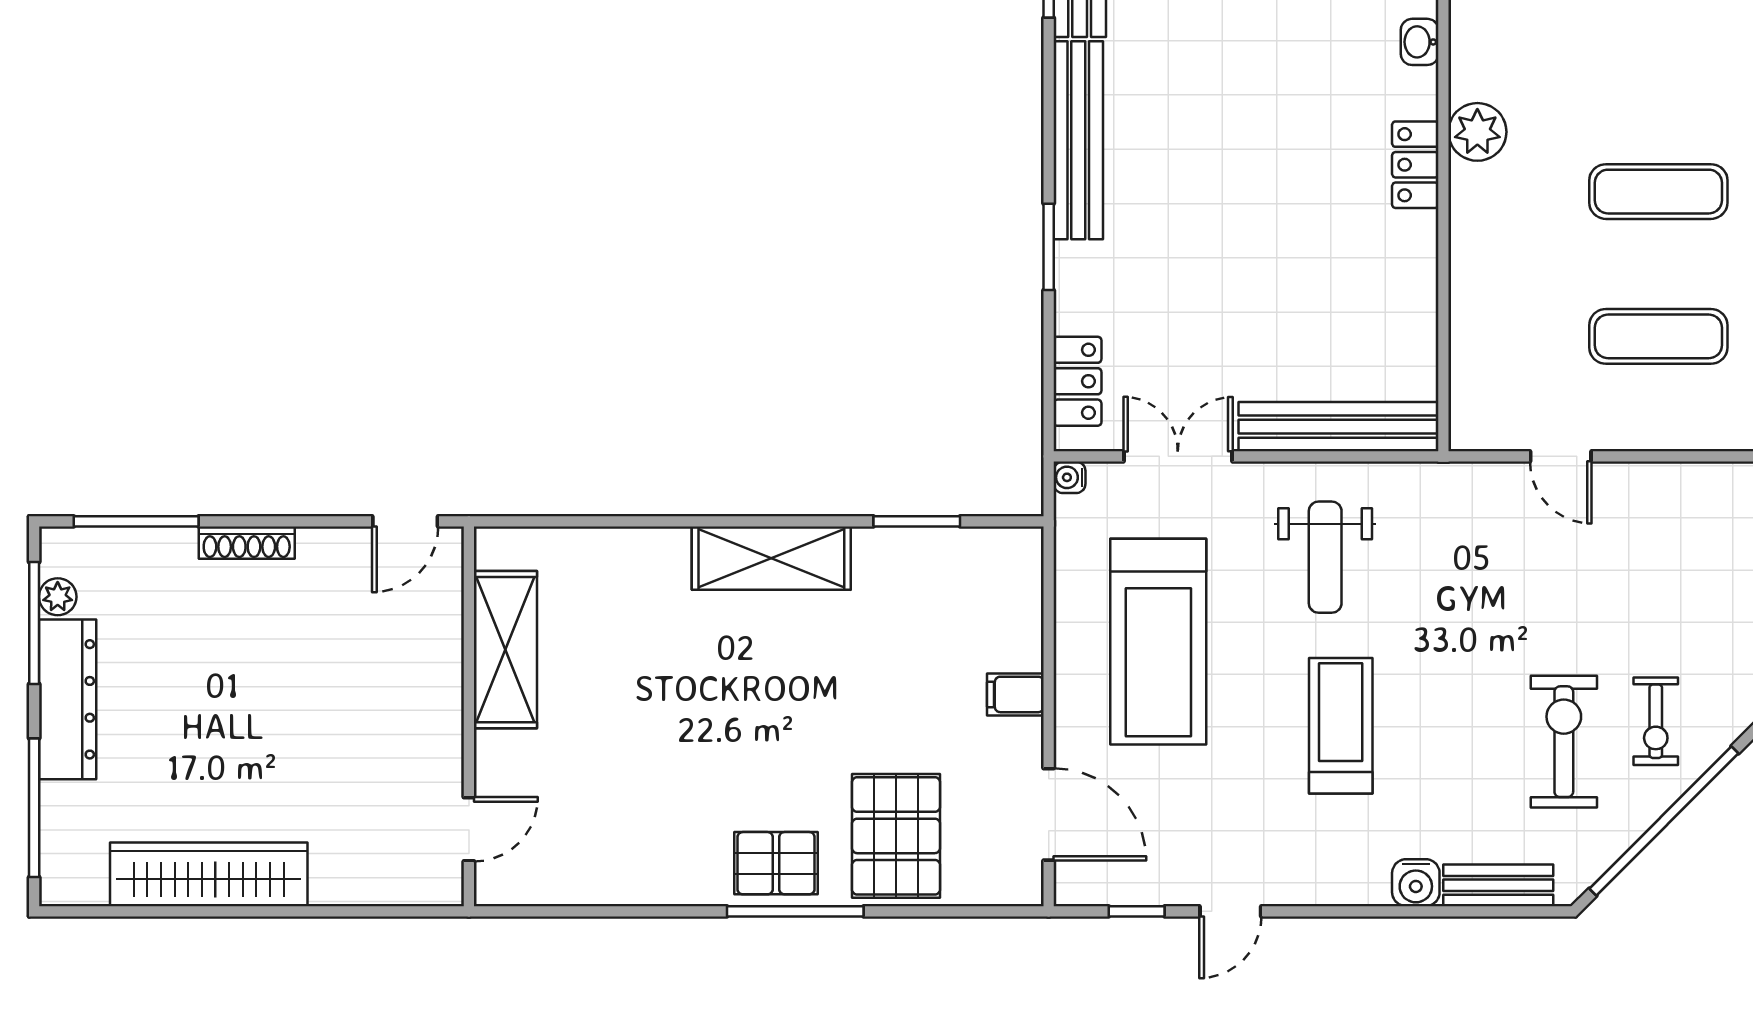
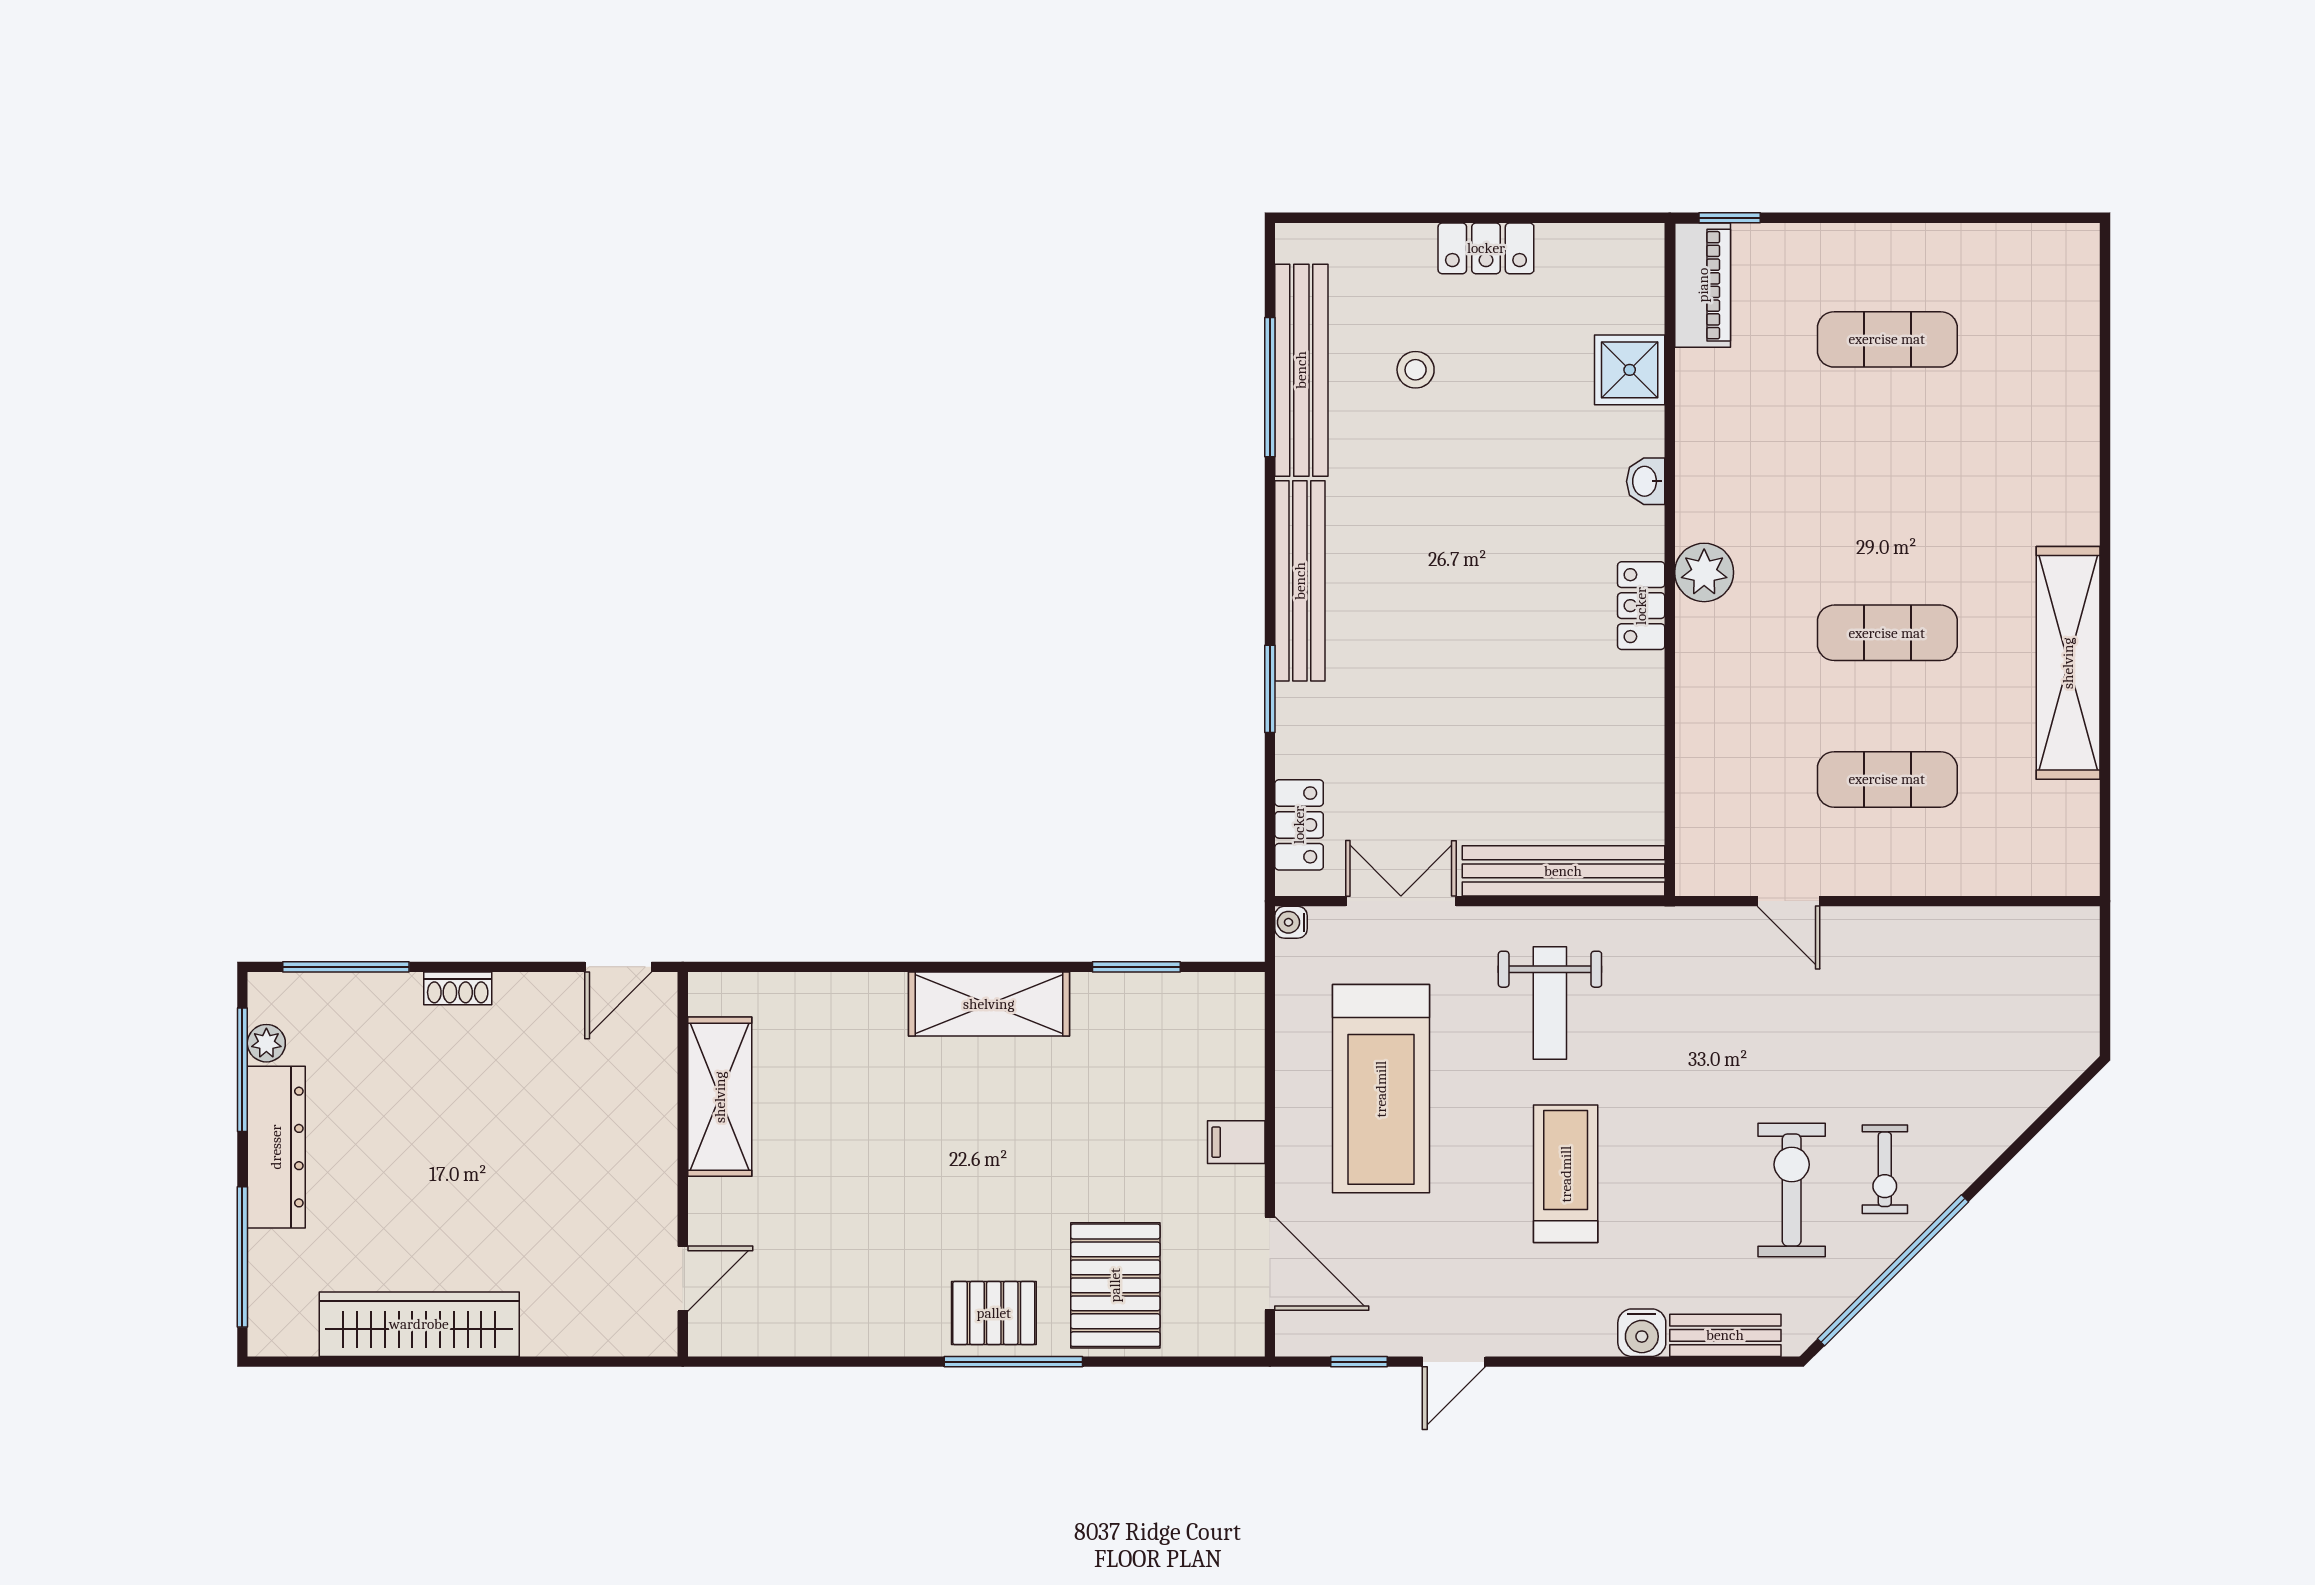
shoe rack: (247, 543) -> (458, 988), width x0.70

